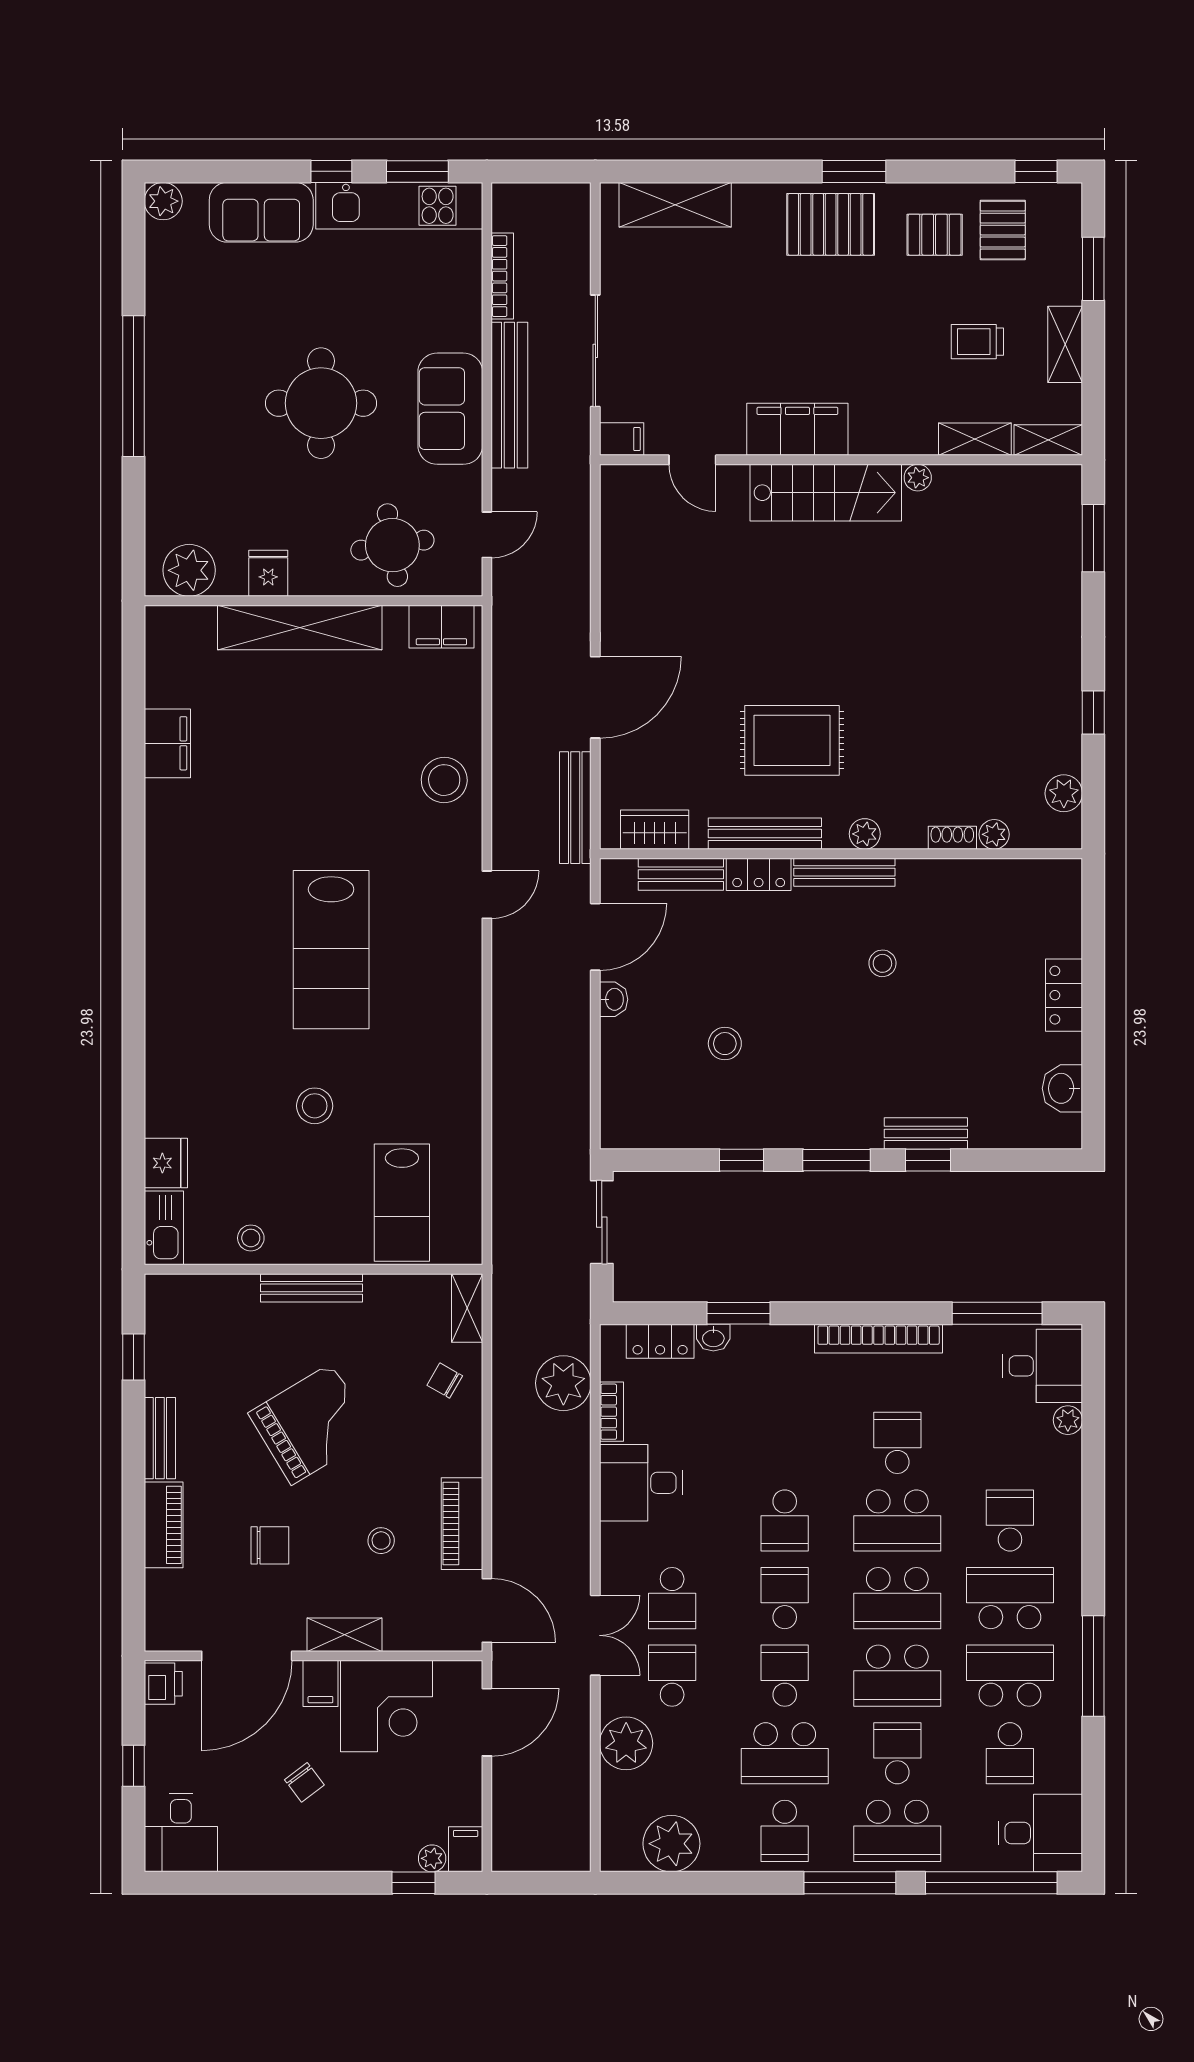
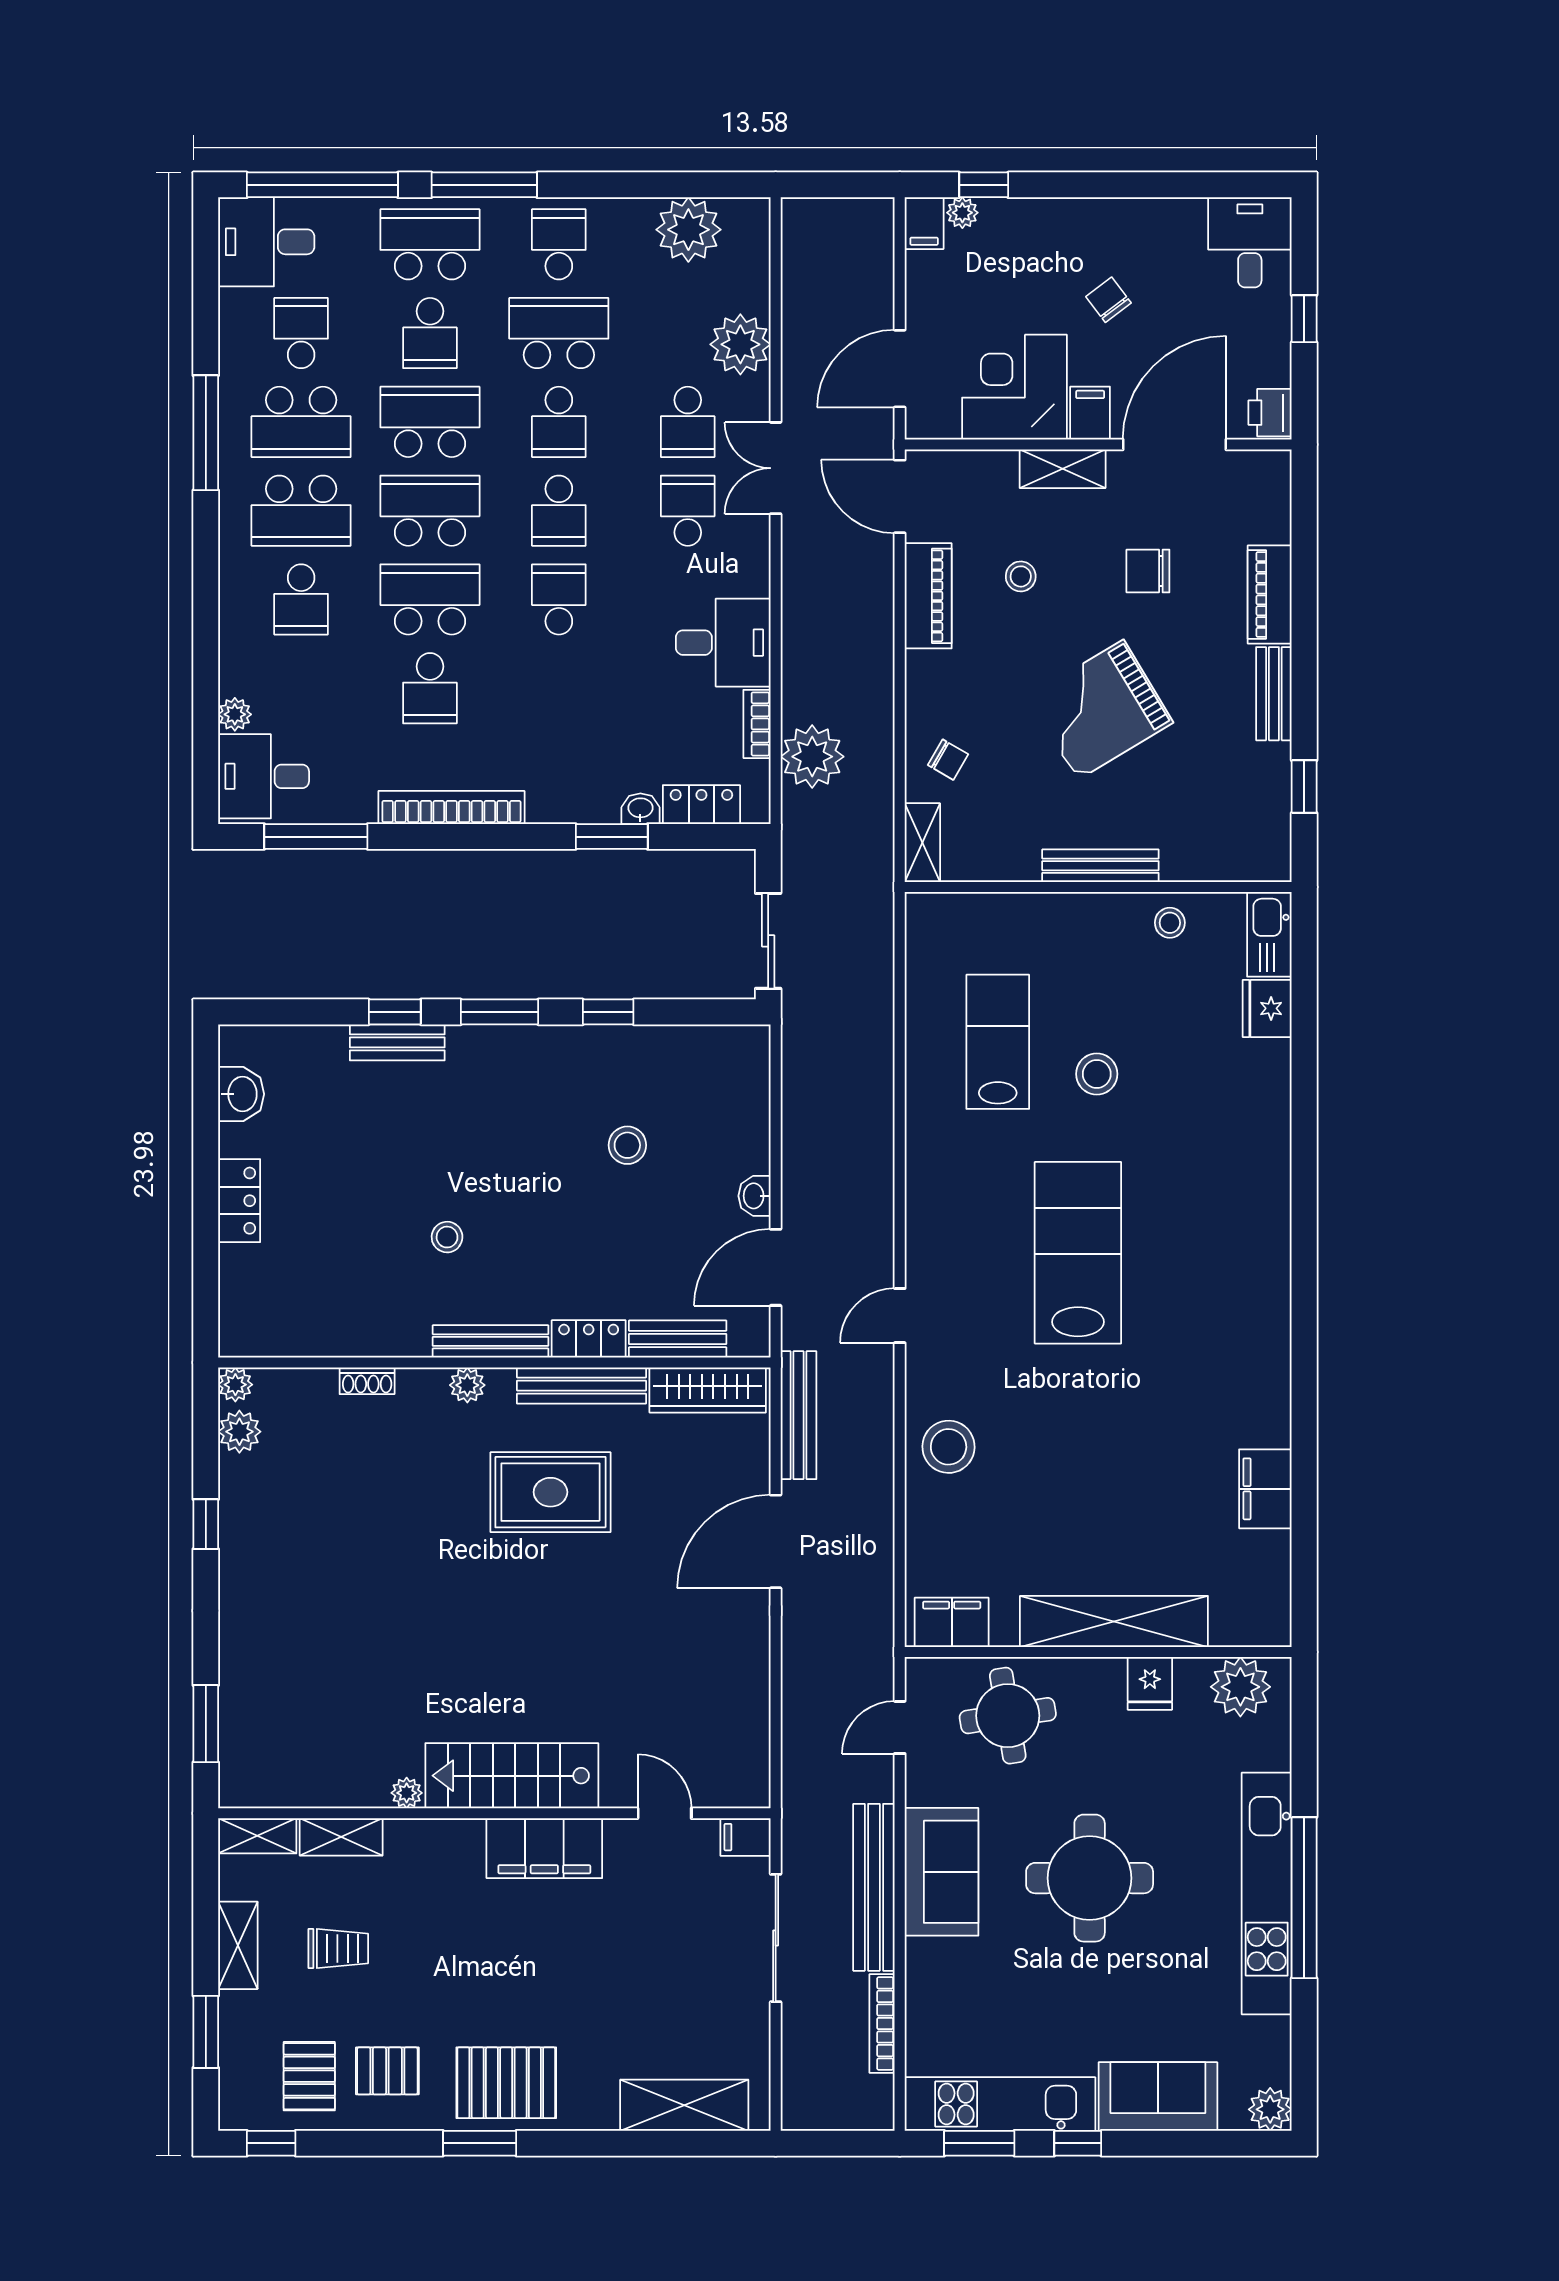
kitchen unit: (166, 390) -> (1267, 1893), added
wardrobe: (655, 830) -> (708, 1390), width x1.50
plant: (994, 834) -> (235, 1385), moved
lab bench: (402, 1203) -> (998, 1042), moved

